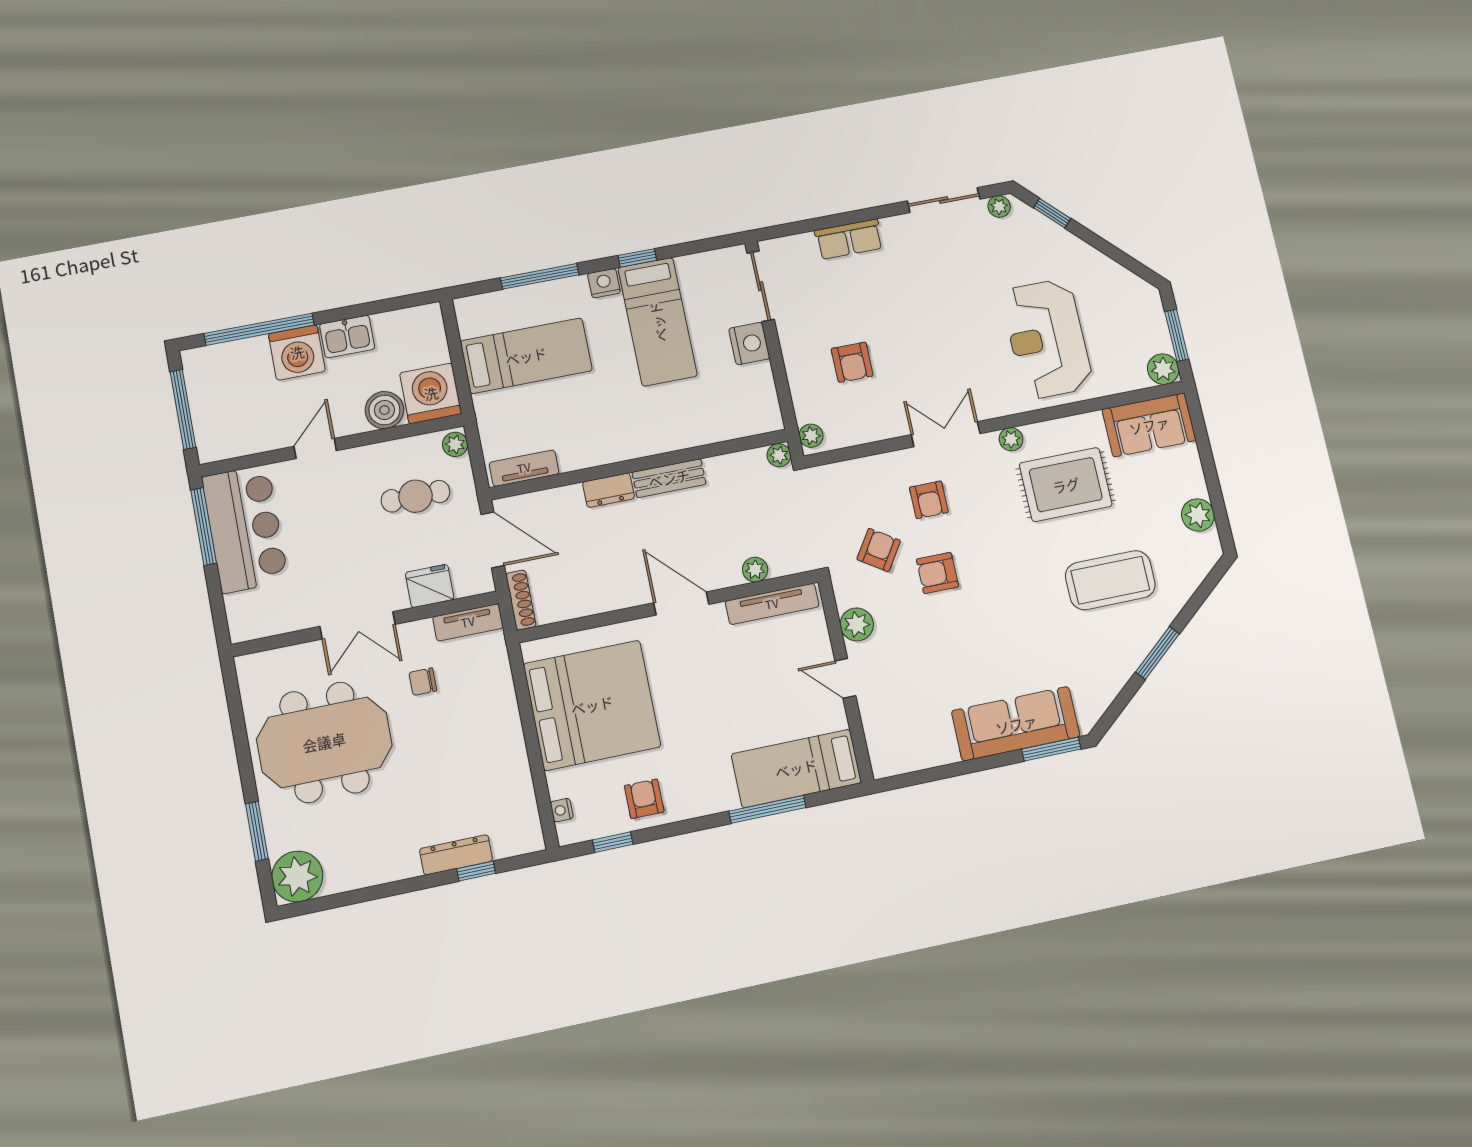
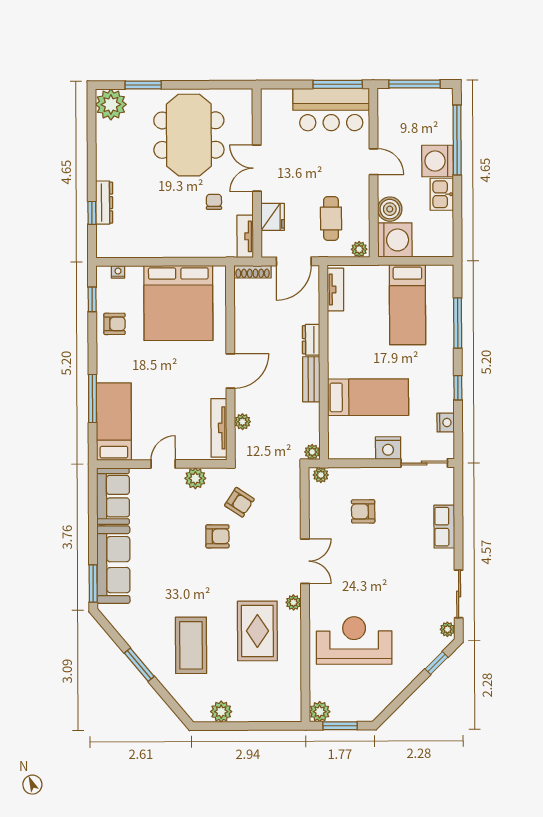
nightstand: (604, 283) -> (446, 423), moved
bed: (658, 322) -> (368, 397), moved, turned 180
sofa: (1149, 425) -> (113, 496), moved, turned 180
armchair: (929, 500) -> (265, 541), removed
armchair: (937, 573) -> (217, 536), turned 90

